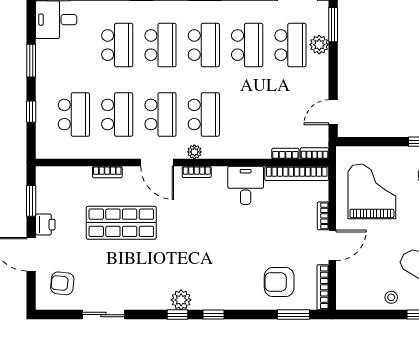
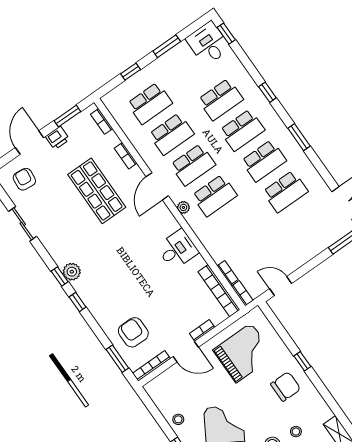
school desk: (290, 45) -> (307, 222), removed
plant: (319, 45) -> (322, 242), removed
bookcase: (197, 172) -> (102, 121), moved
desk: (246, 185) -> (177, 250), moved

